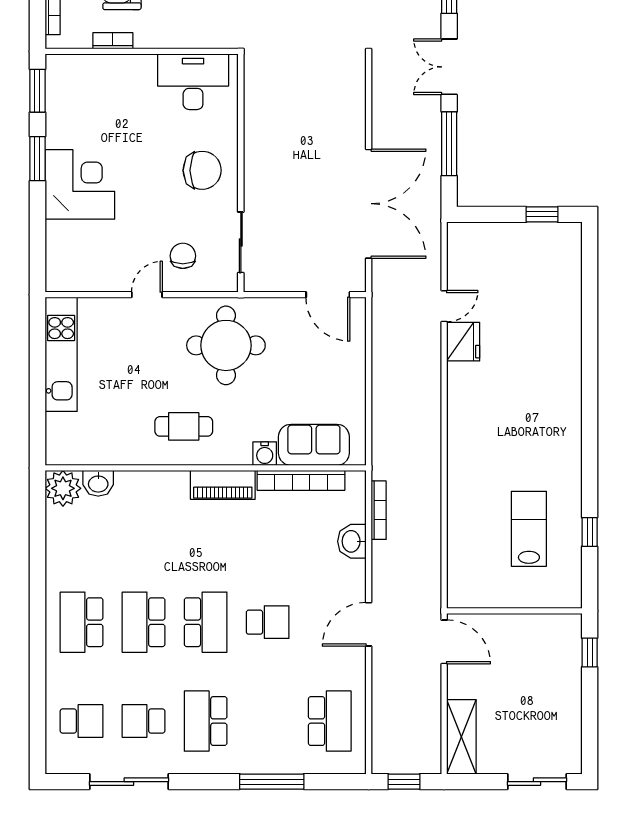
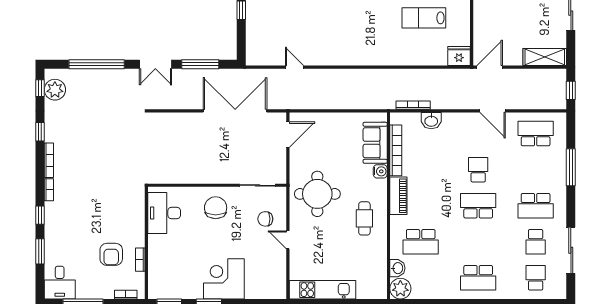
fridge: (463, 342) -> (459, 56), moved
school desk: (144, 622) -> (421, 242), moved
door: (369, 624) -> (493, 111), moved

